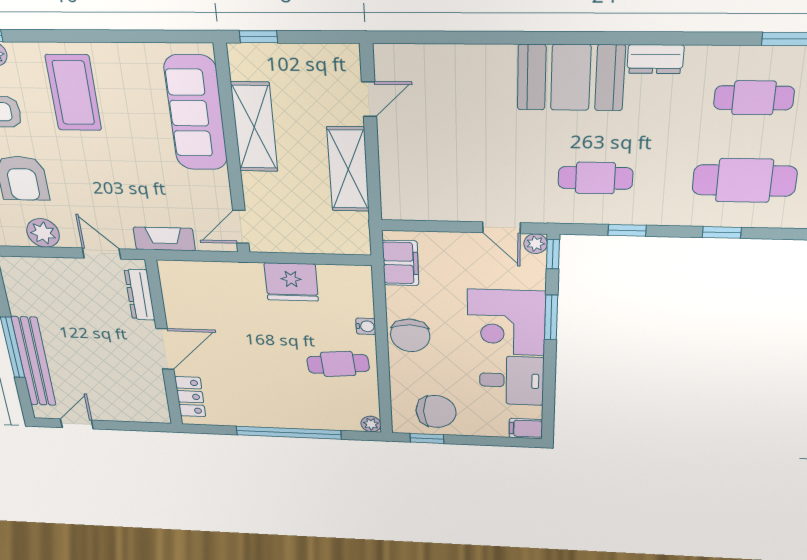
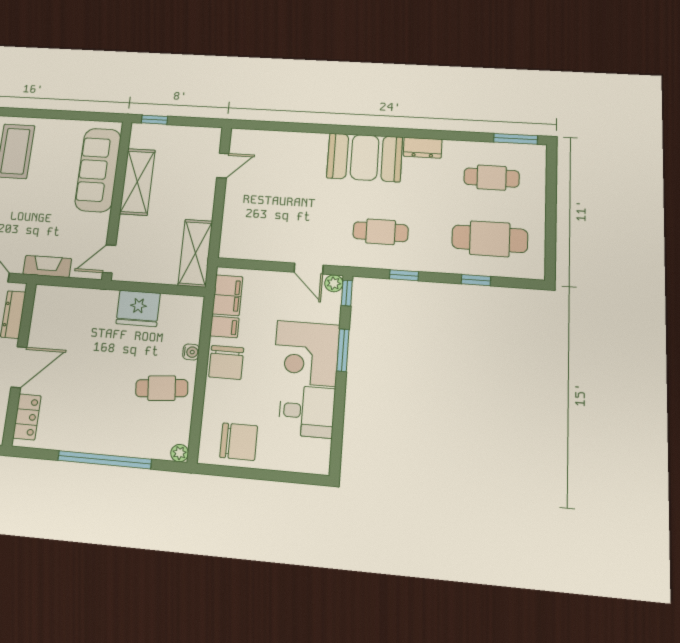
shelving: (348, 169) -> (195, 253), moved
filing cabinet: (526, 429) -> (224, 327), moved, turned 180
window: (427, 438) -> (227, 471), removed

